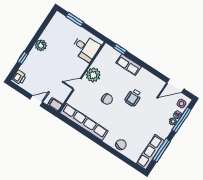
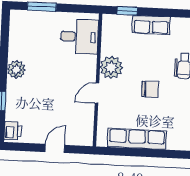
filing cabinet: (55, 104) -> (83, 138), removed
row of seats: (84, 122) -> (137, 139), width x0.73

